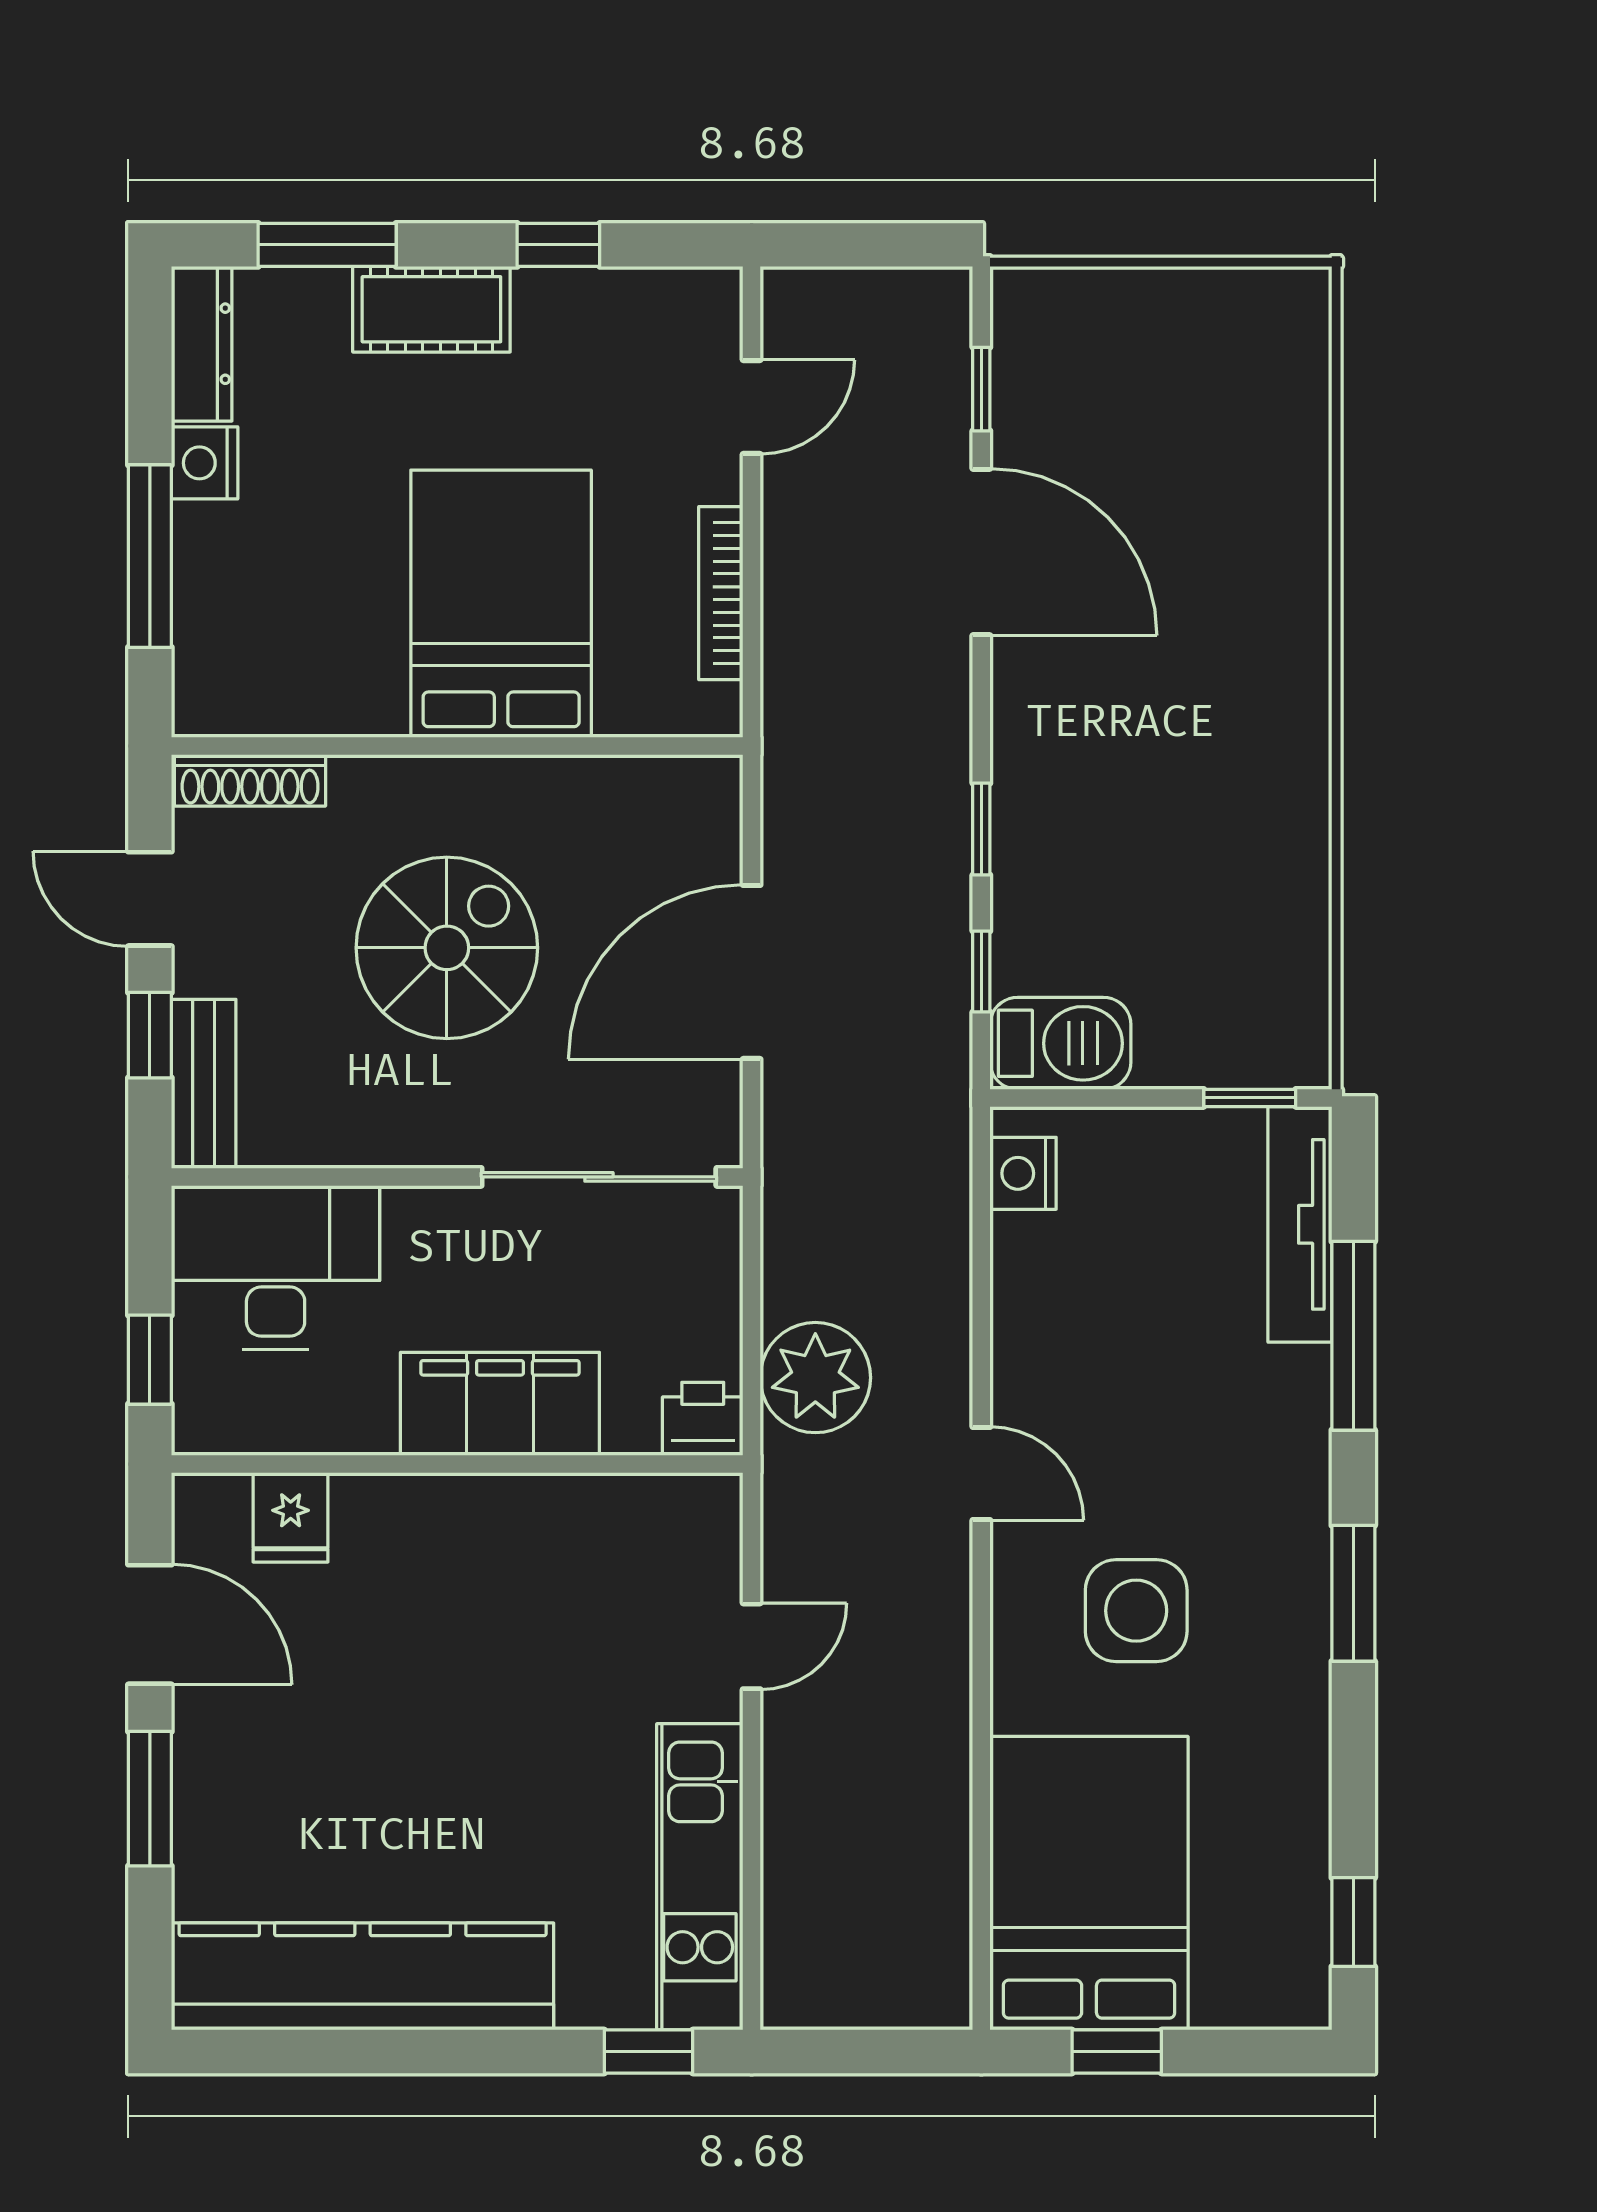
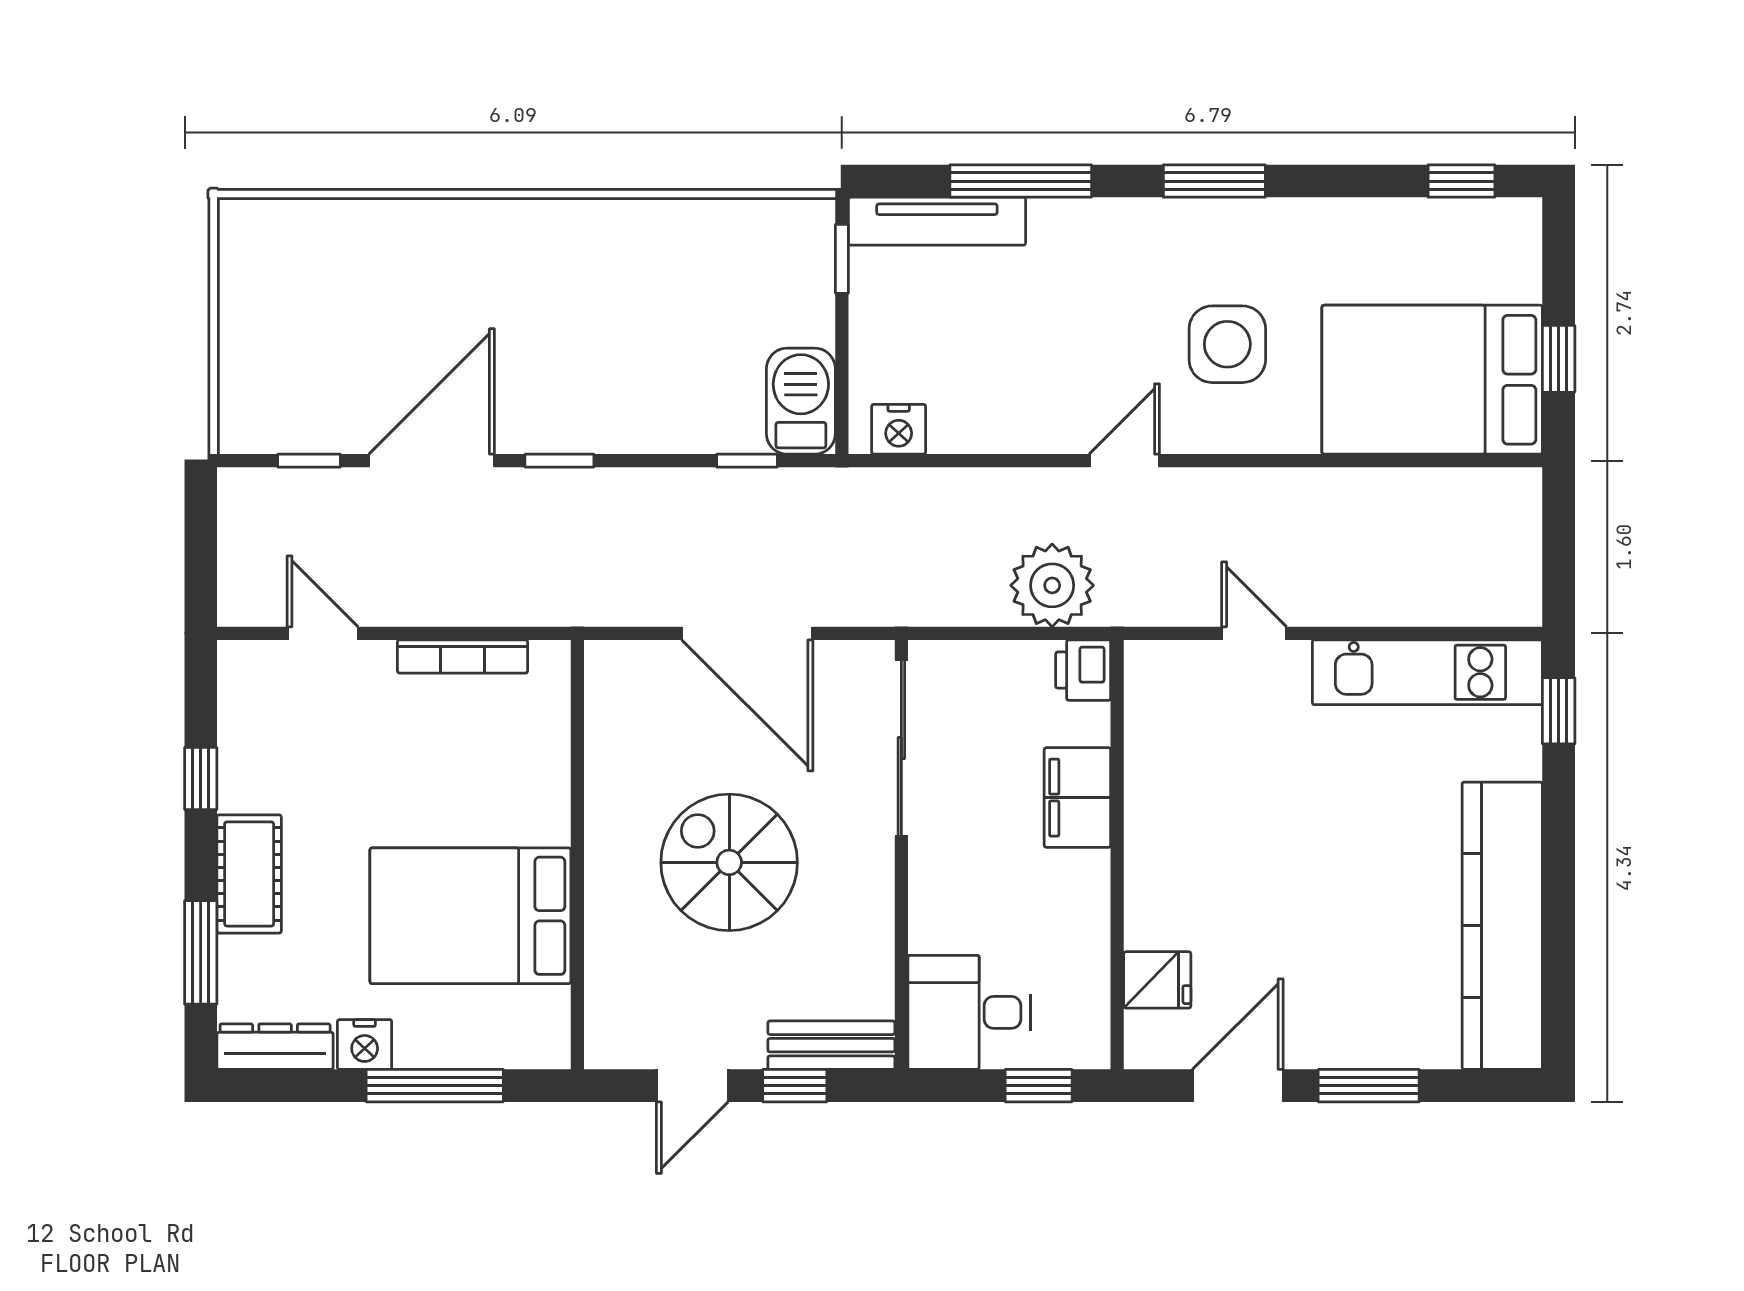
bed: (501, 604) -> (470, 916), moved
shoe rack: (250, 780) -> (603, 1010), removed
window: (981, 829) -> (559, 461), moved
desk: (276, 1267) -> (969, 1012), width x0.73
filing cabinet: (500, 1404) -> (1077, 798), width x0.67, depth x0.86

